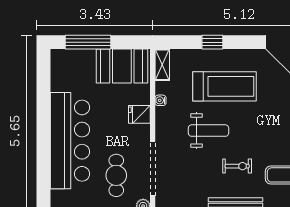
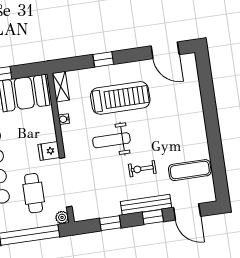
fridge: (139, 114) -> (49, 151), moved
weight bench: (208, 131) -> (111, 140), turned 180
exercise bike: (237, 166) -> (142, 169), turned 180

